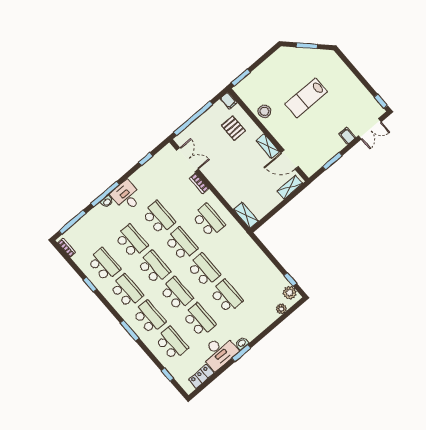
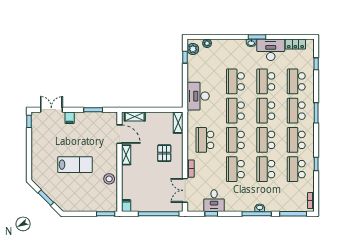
pallet: (233, 128) -> (164, 153), moved
desk: (127, 196) -> (214, 201), moved
desk: (248, 255) -> (198, 96), added

